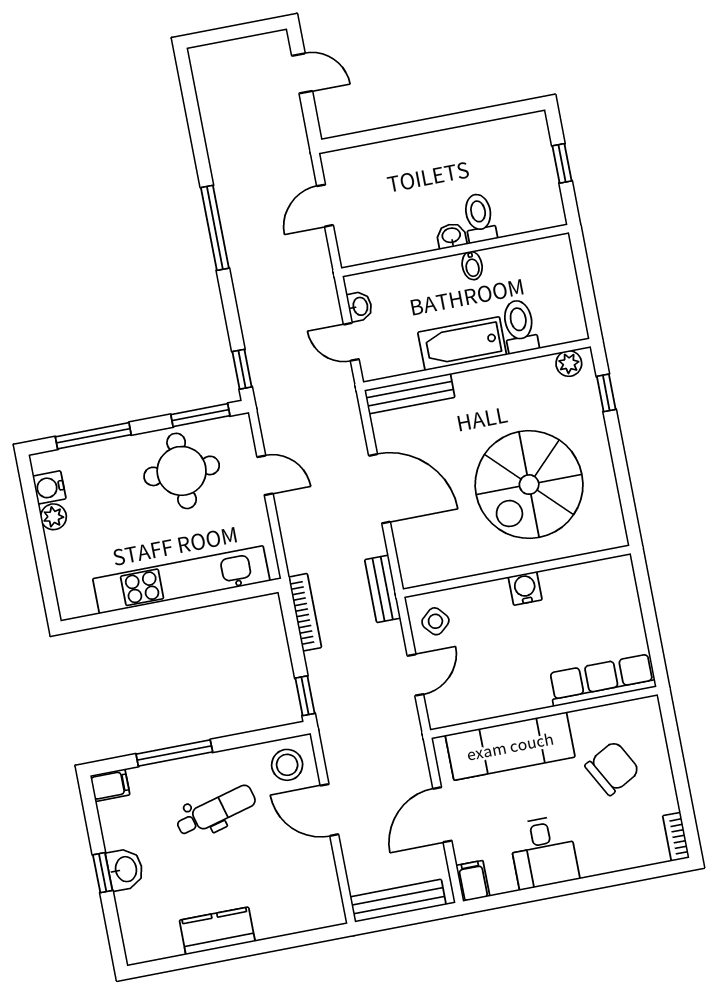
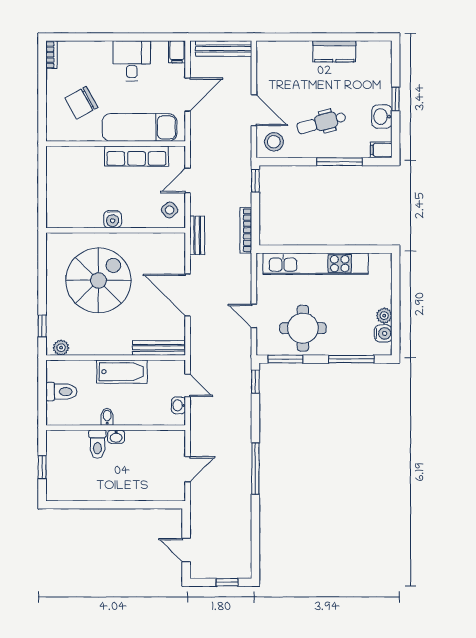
window: (225, 34) -> (227, 582), added
toilet: (520, 326) -> (61, 392), moved, turned -90
row of seats: (602, 680) -> (136, 156), moved
washbasin: (125, 869) -> (382, 117), moved

